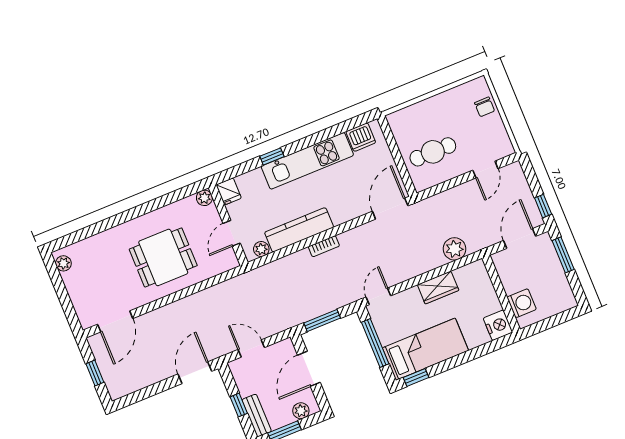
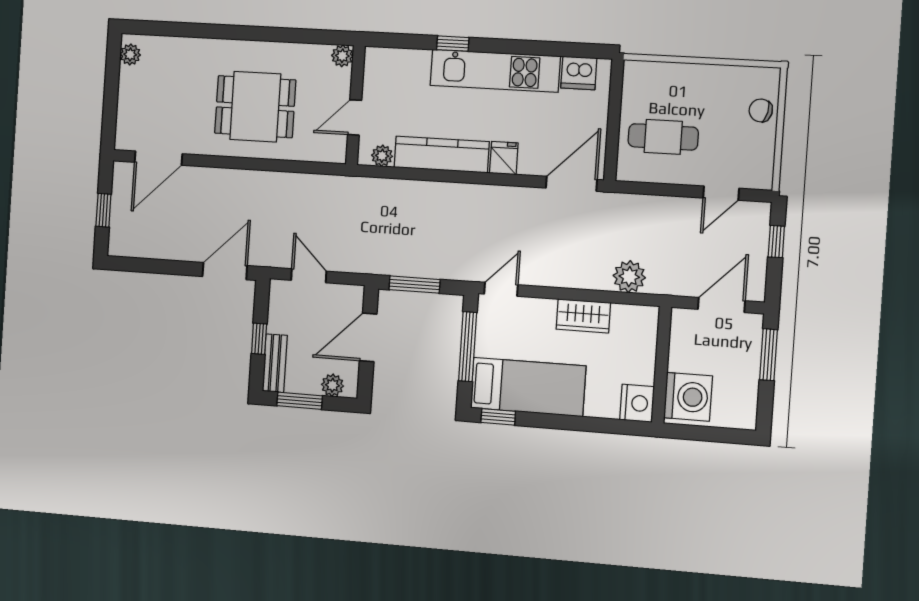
chair: (485, 107) -> (761, 110), turned 103
fridge: (229, 191) -> (504, 158), moved, turned 180
window: (543, 206) -> (776, 242), moved
bookcase: (324, 246) -> (463, 191), removed
washing machine: (522, 303) -> (688, 397), width x1.37, depth x1.37

